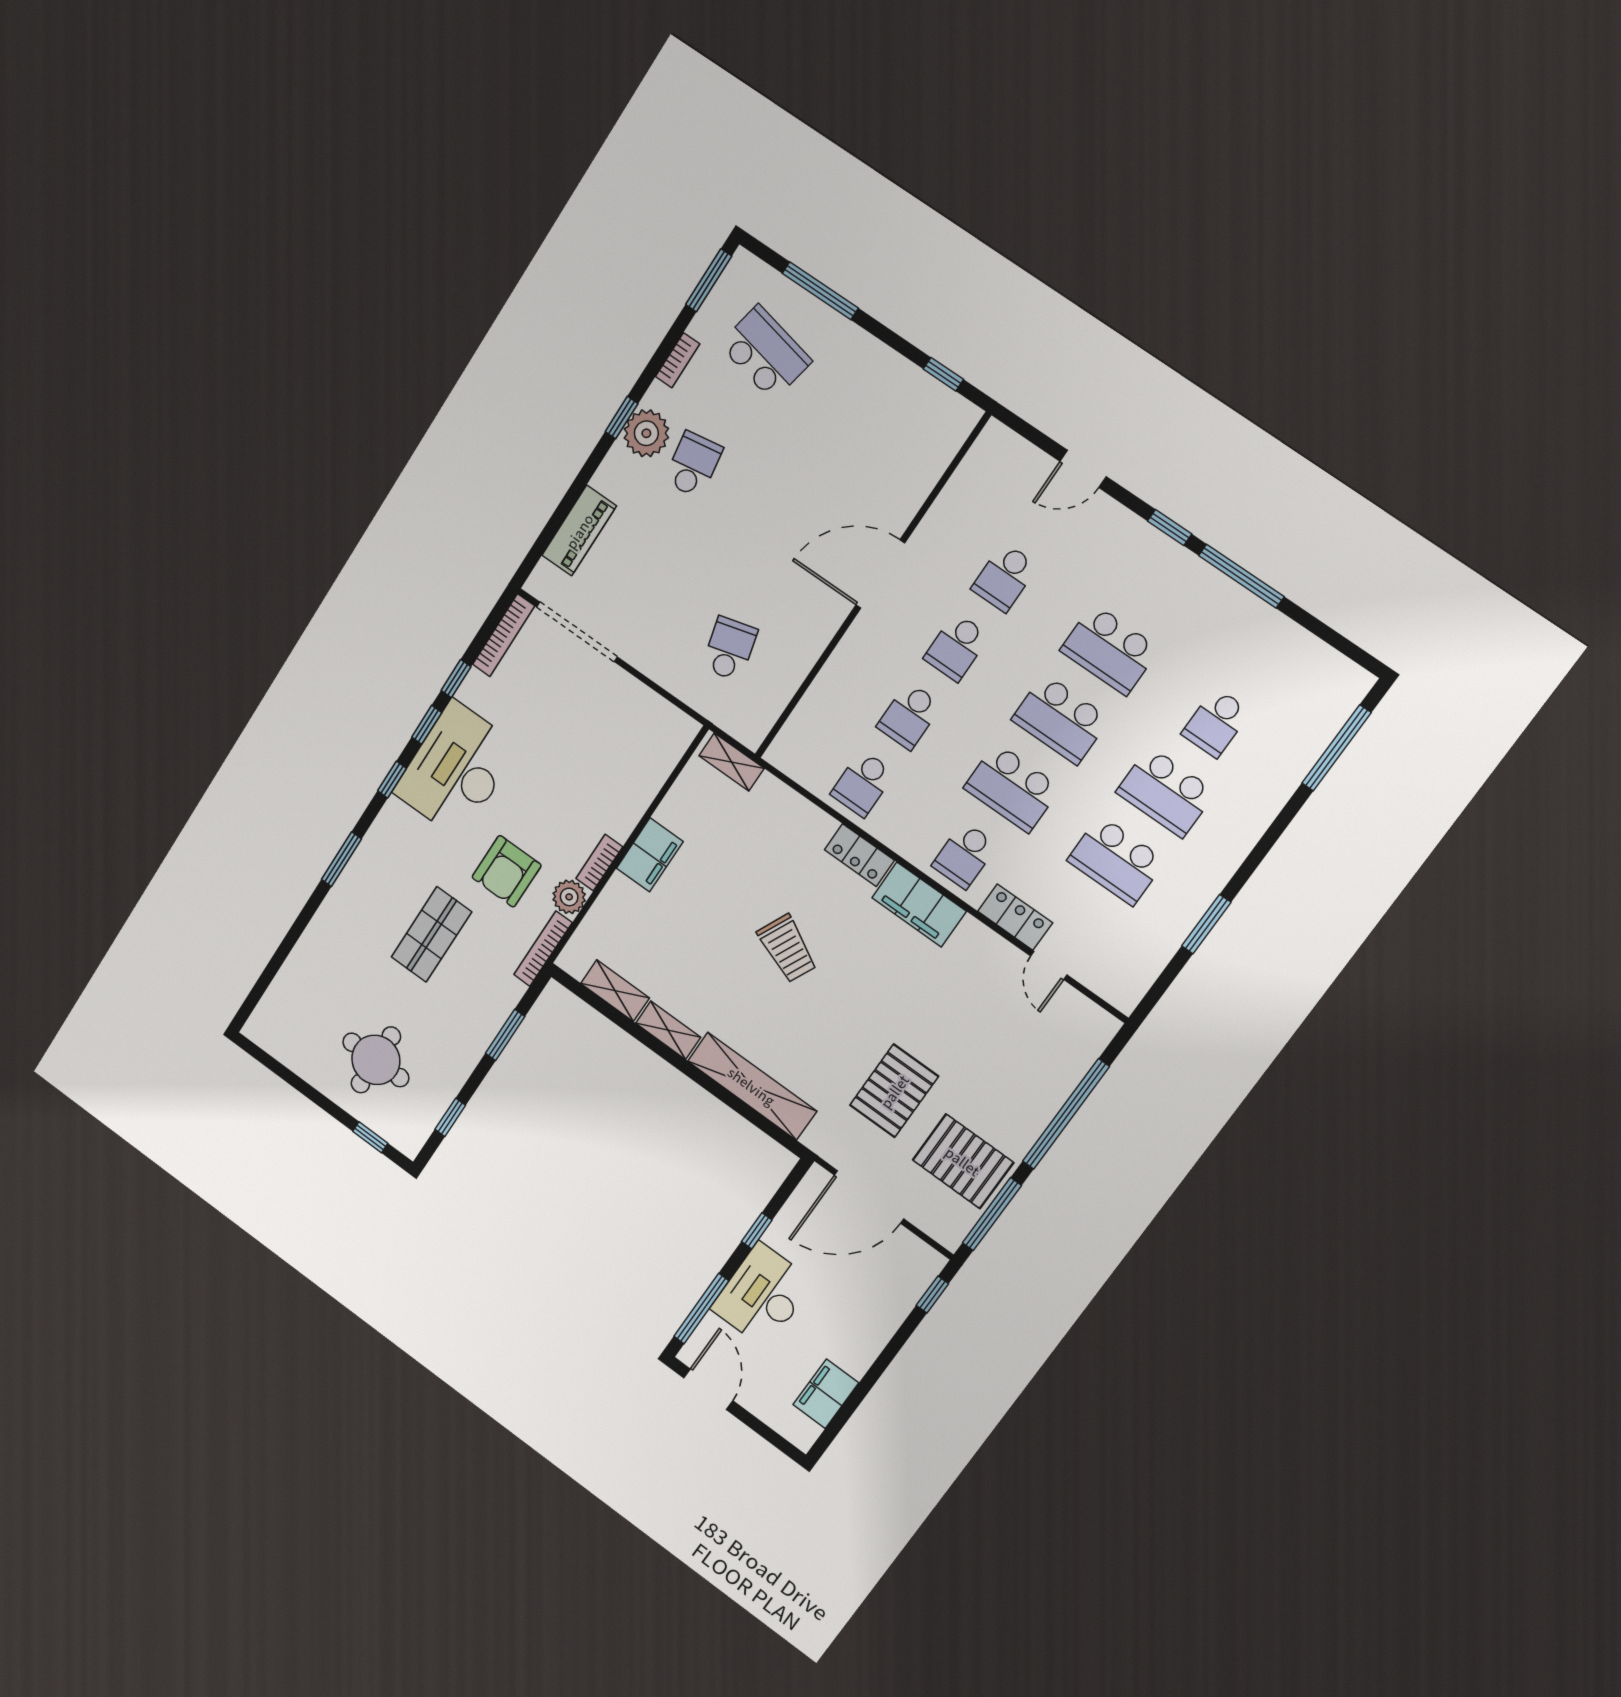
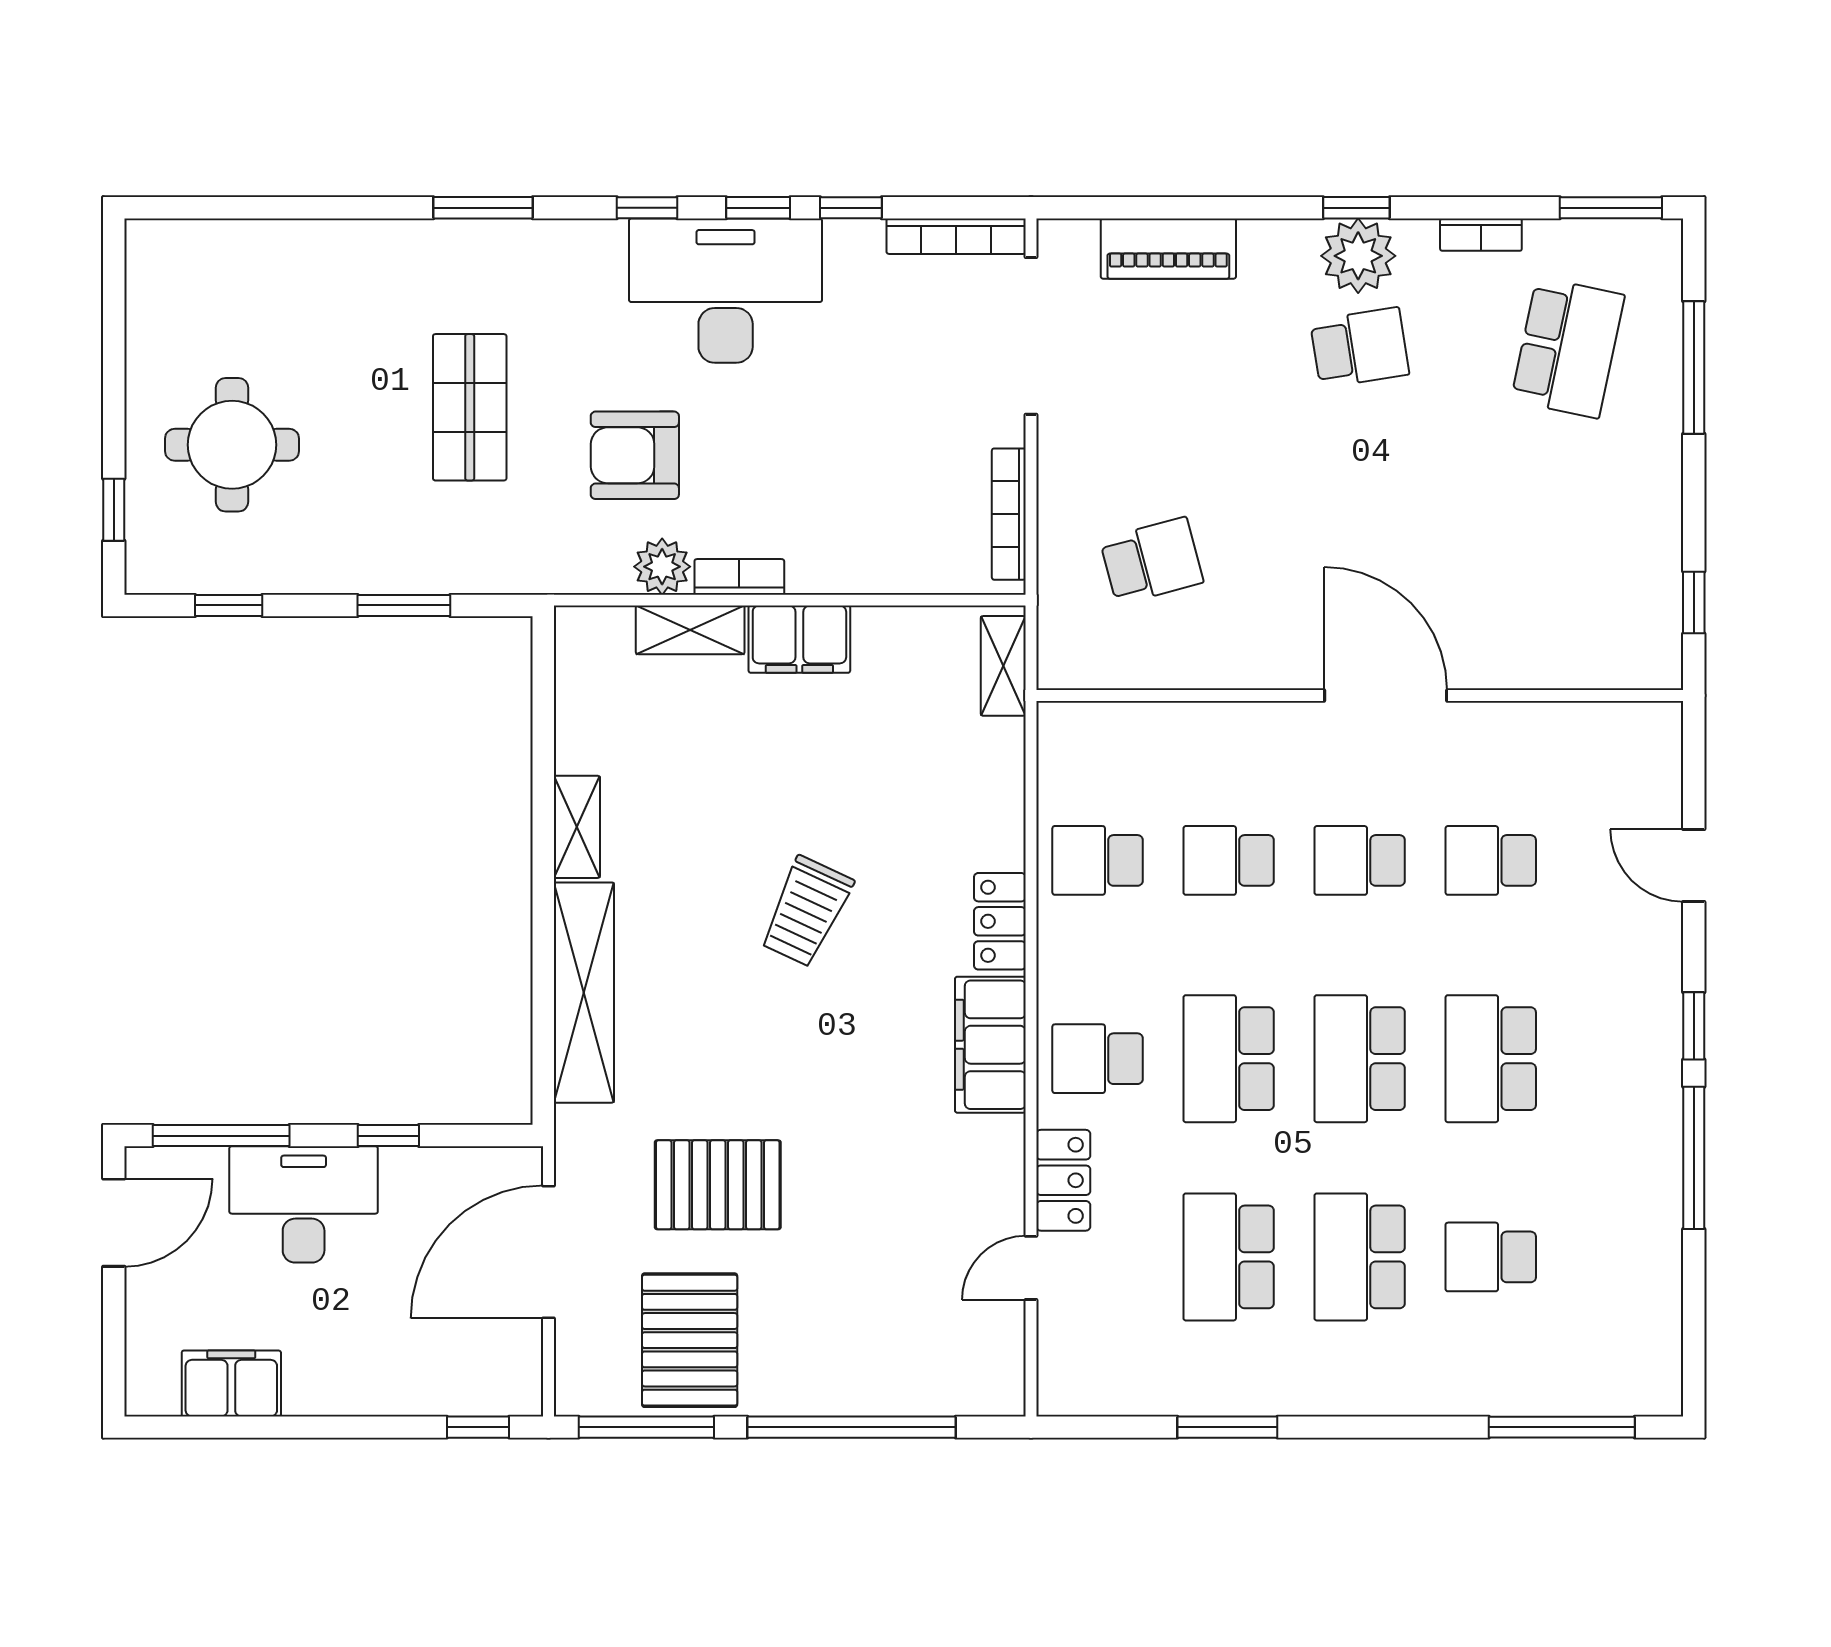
shop shelf: (431, 934) -> (470, 407), turned 90
bookcase: (543, 949) -> (1009, 514), moved, turned -90
shelving: (615, 991) -> (690, 630), moved, turned 90
door: (869, 1197) -> (549, 1252), hinge flipped

